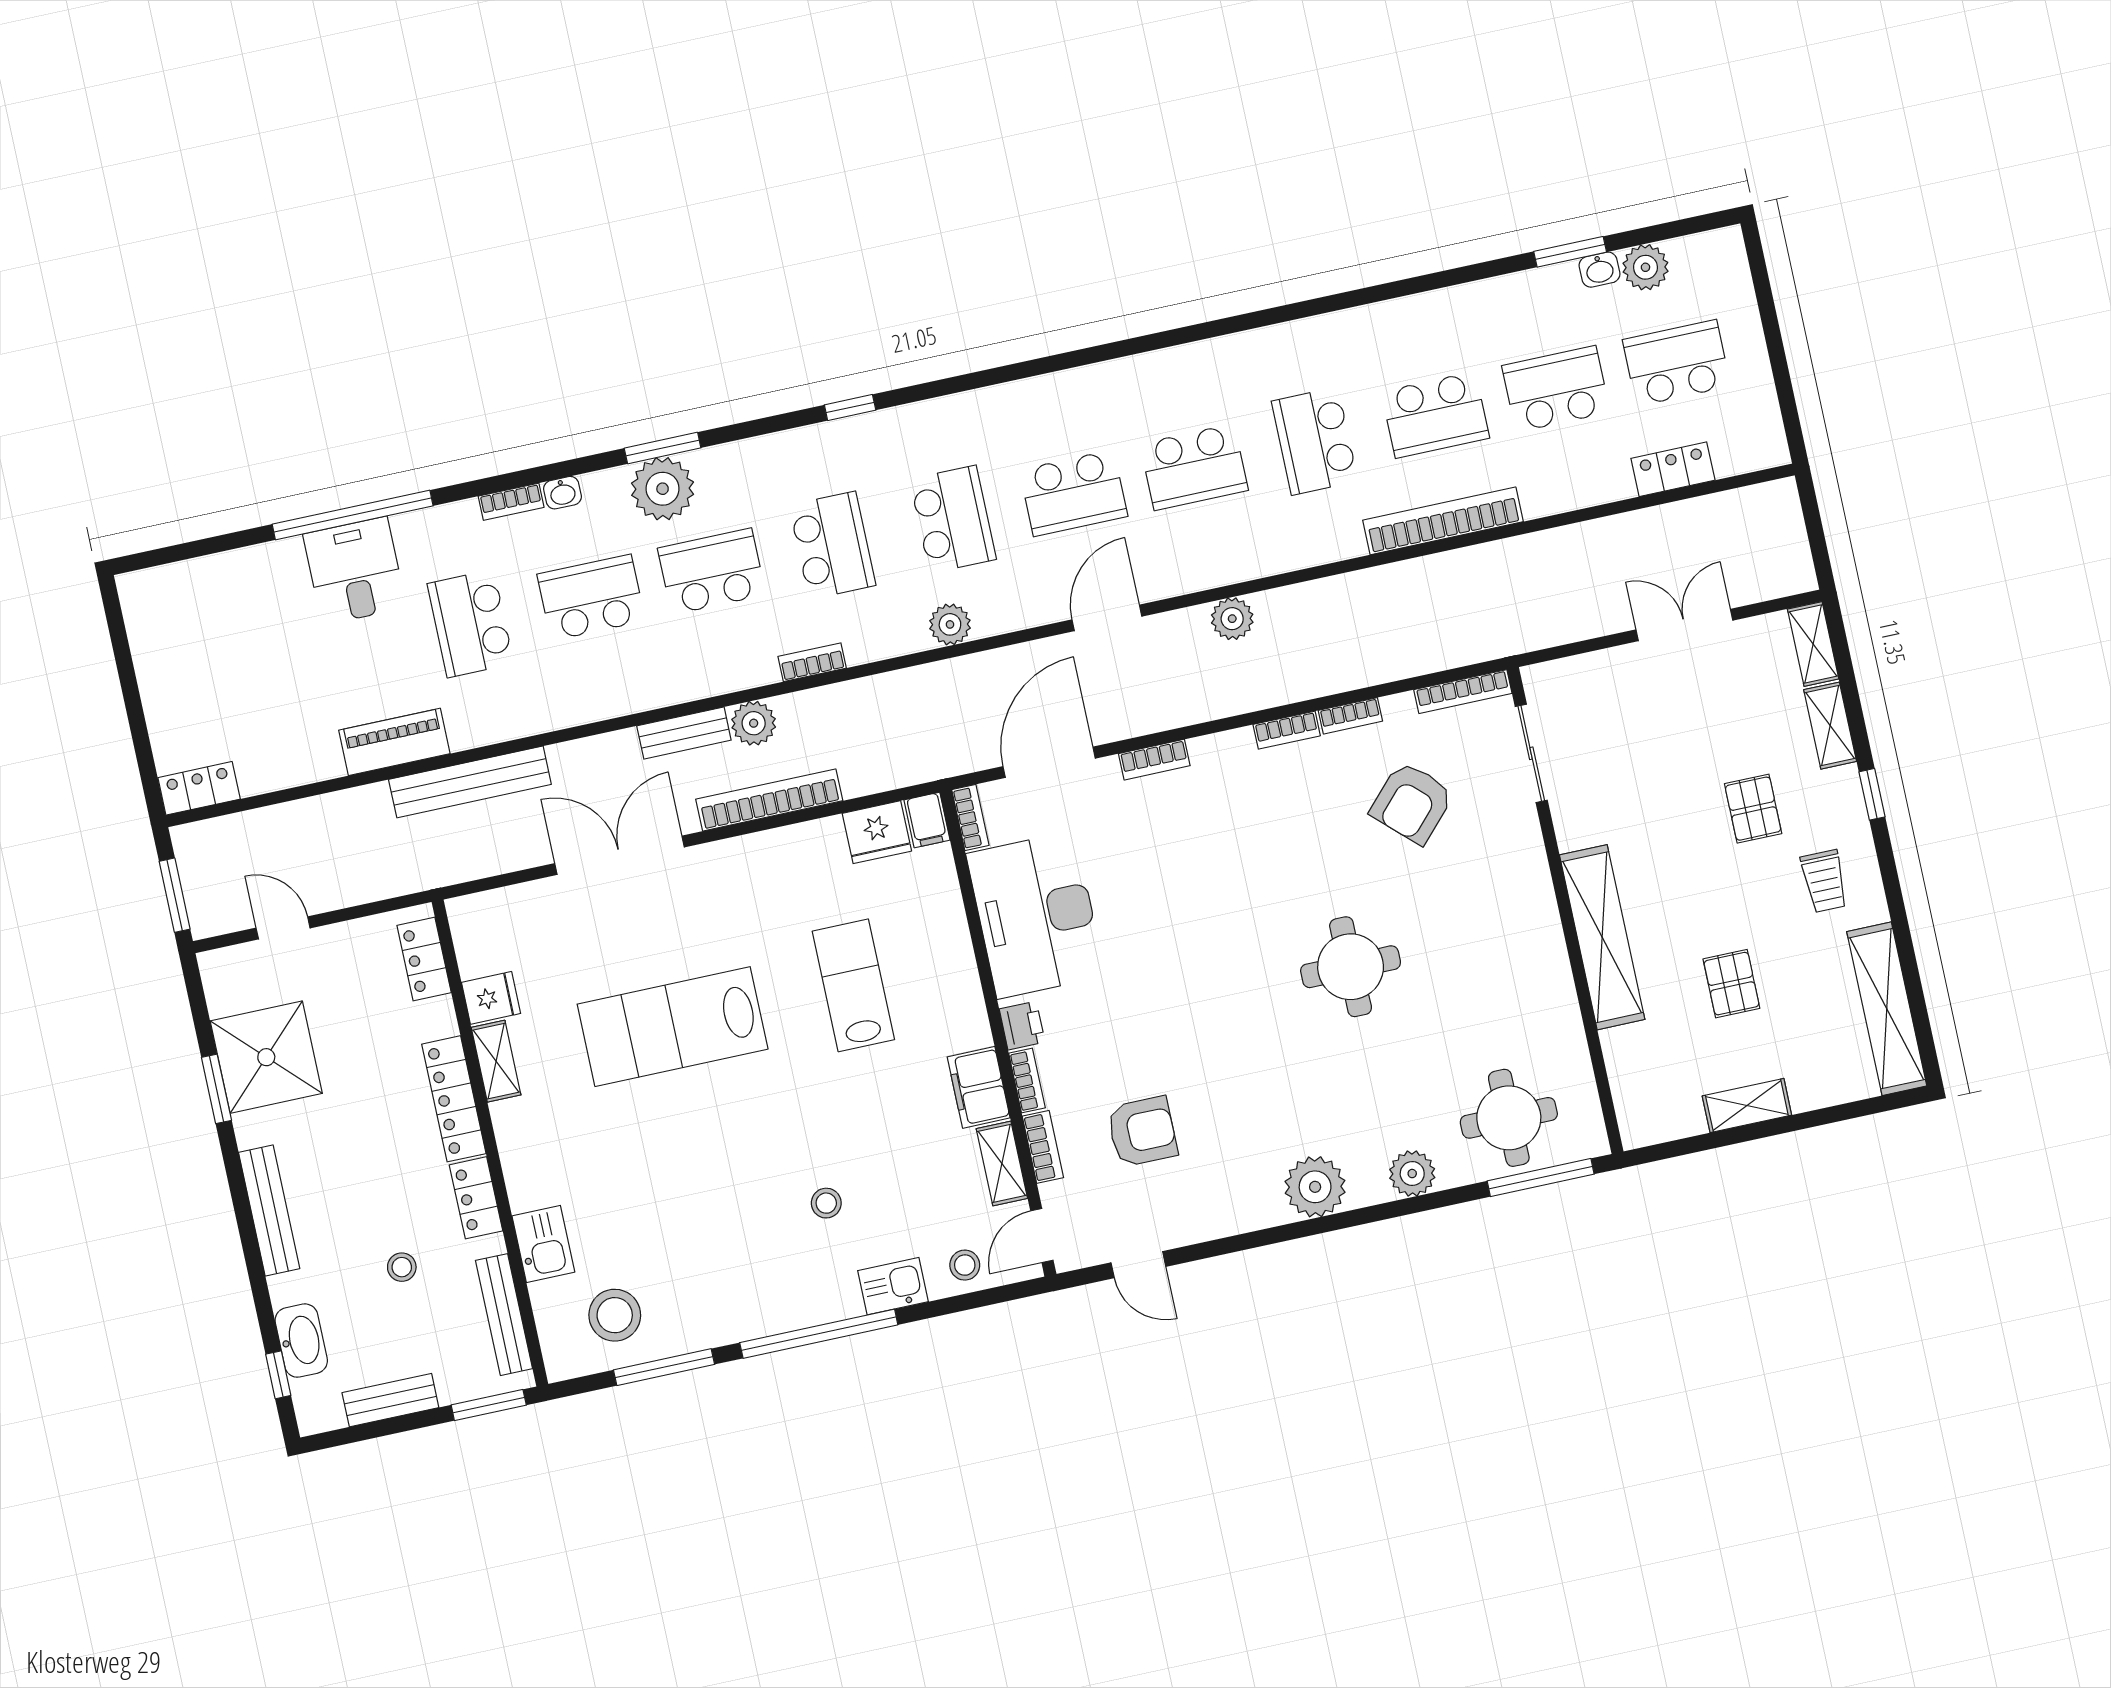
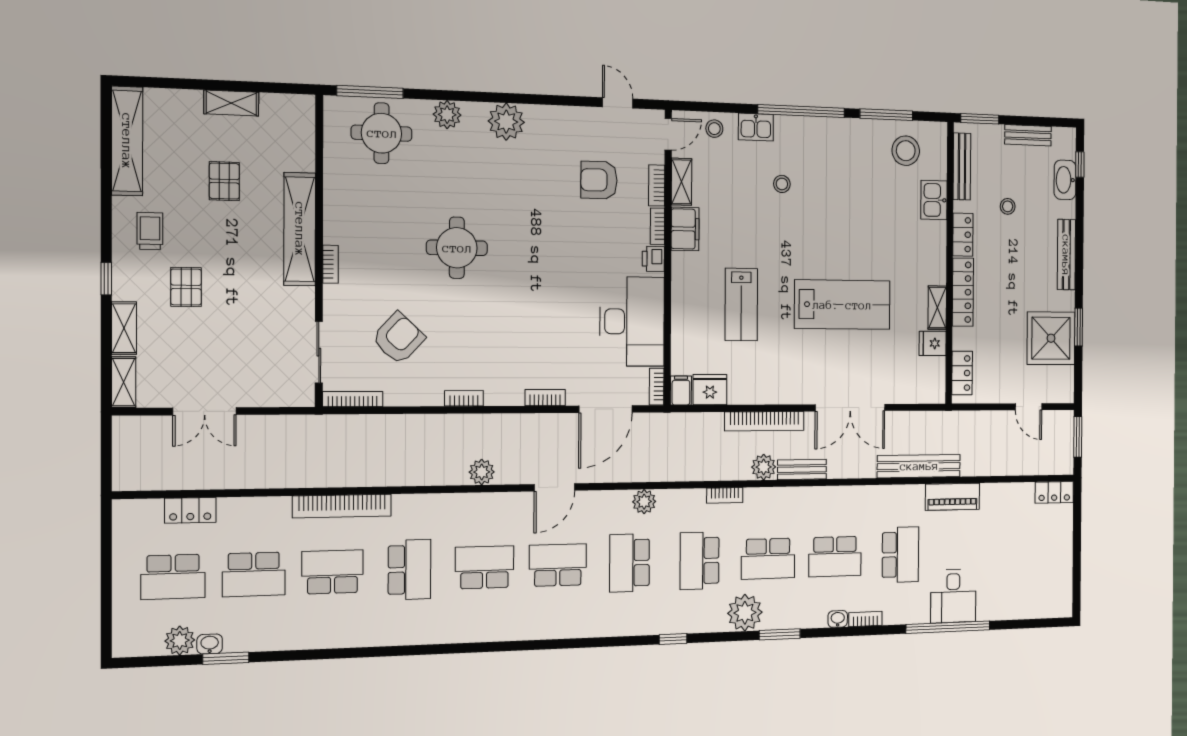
plant: (663, 489) -> (745, 613), moved
bookcase: (1350, 716) -> (331, 264), moved, turned 90

